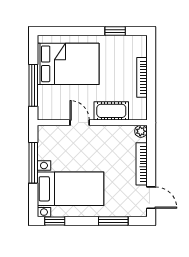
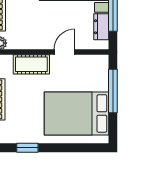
door: (80, 123) -> (64, 52), swing flipped
dresser: (44, 147) -> (101, 27), added

